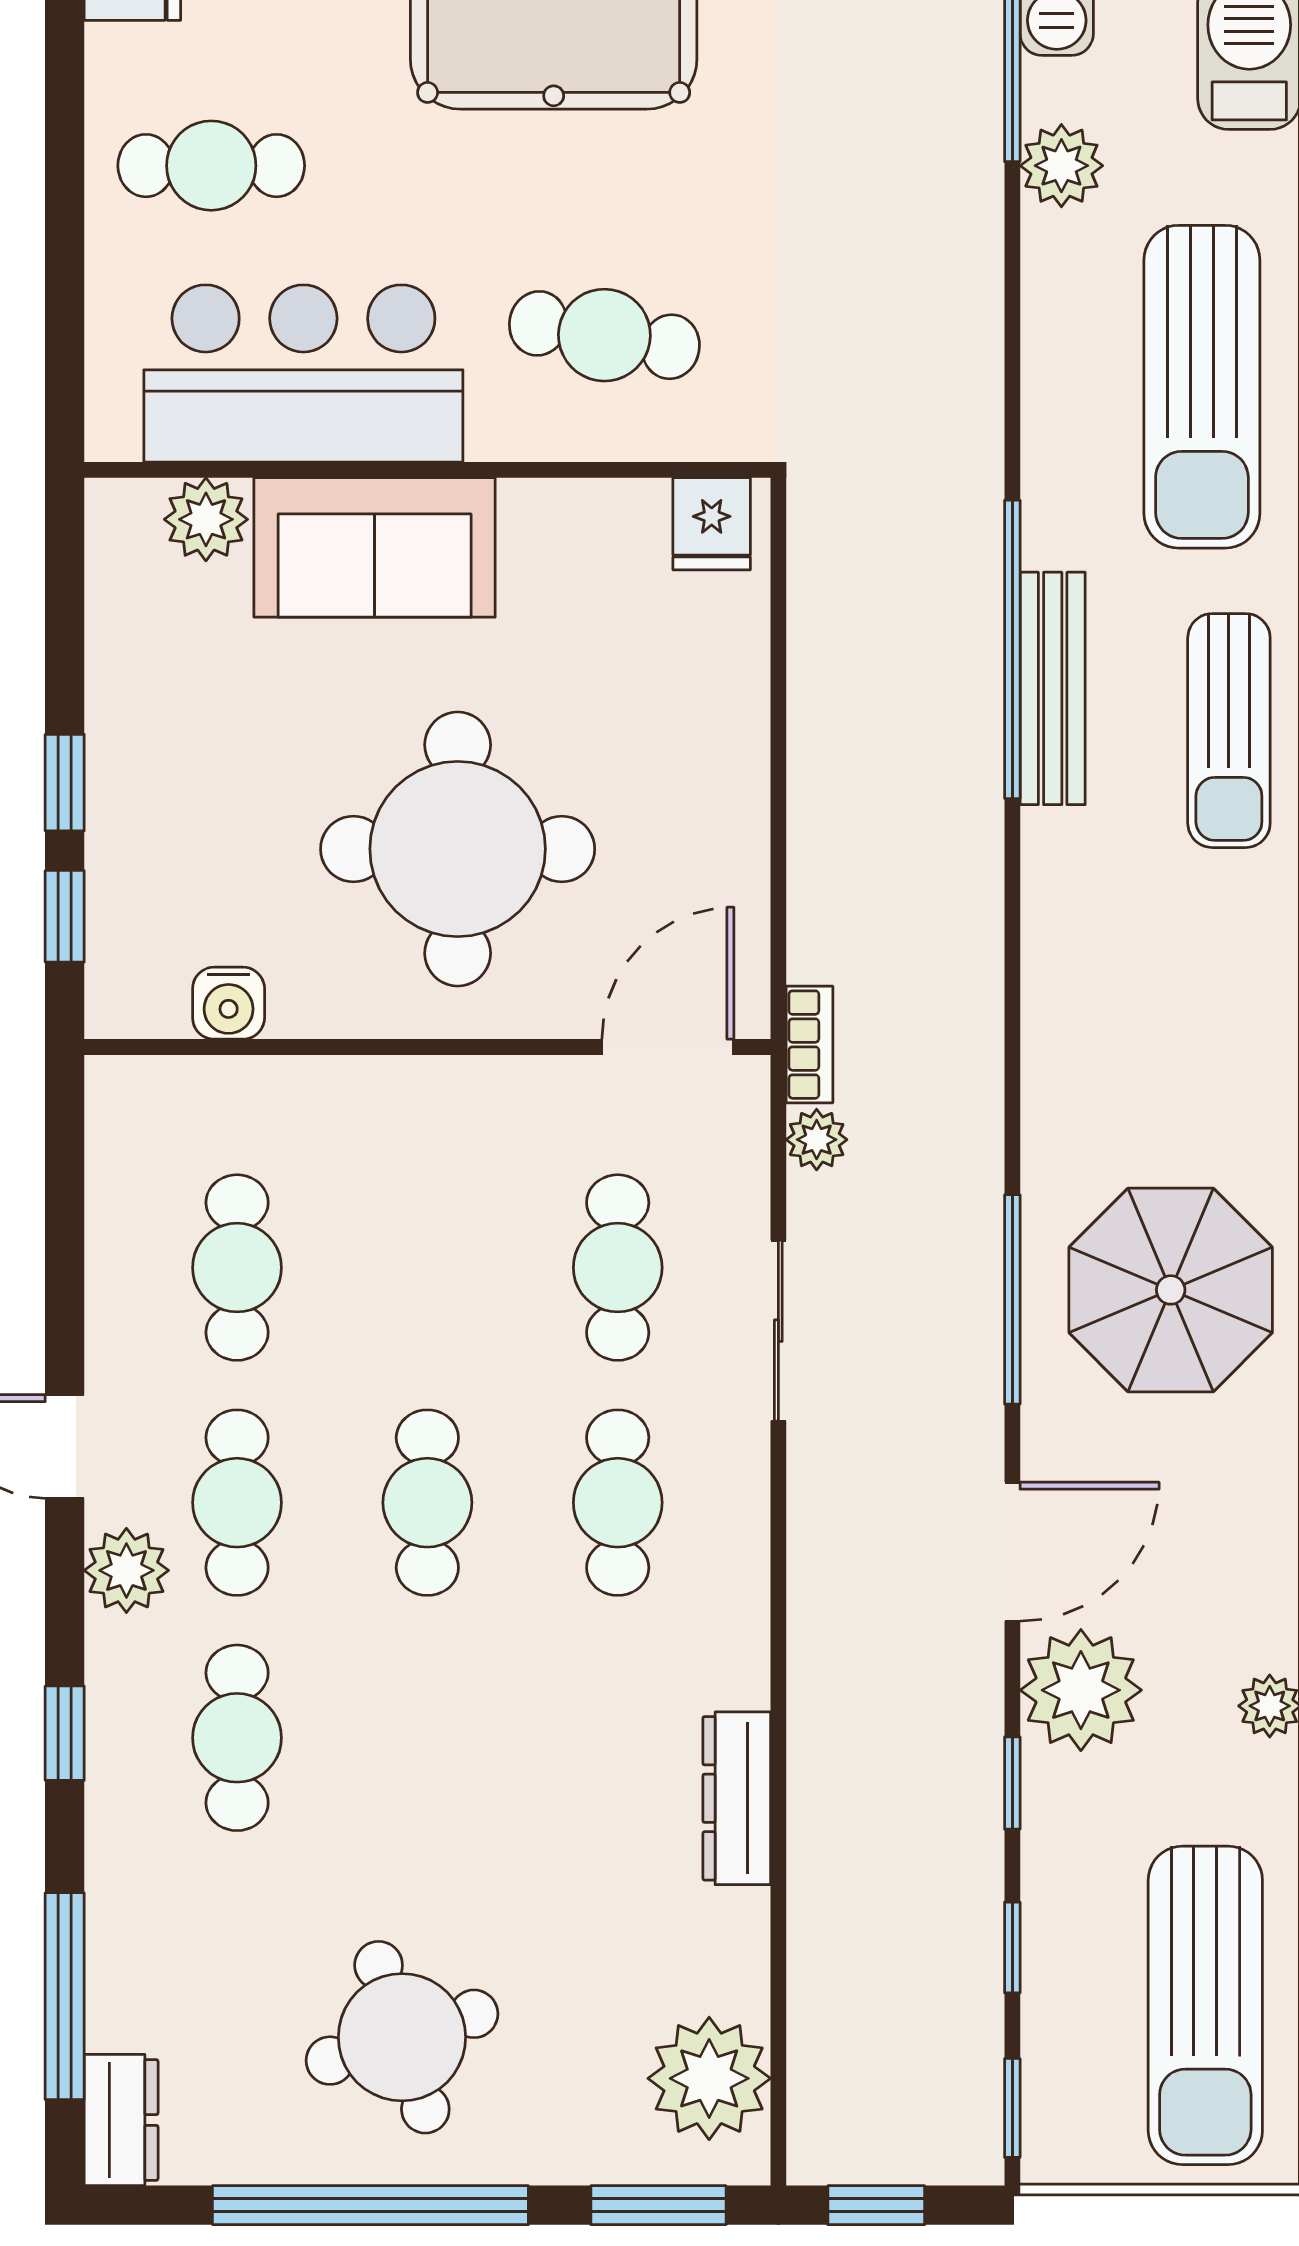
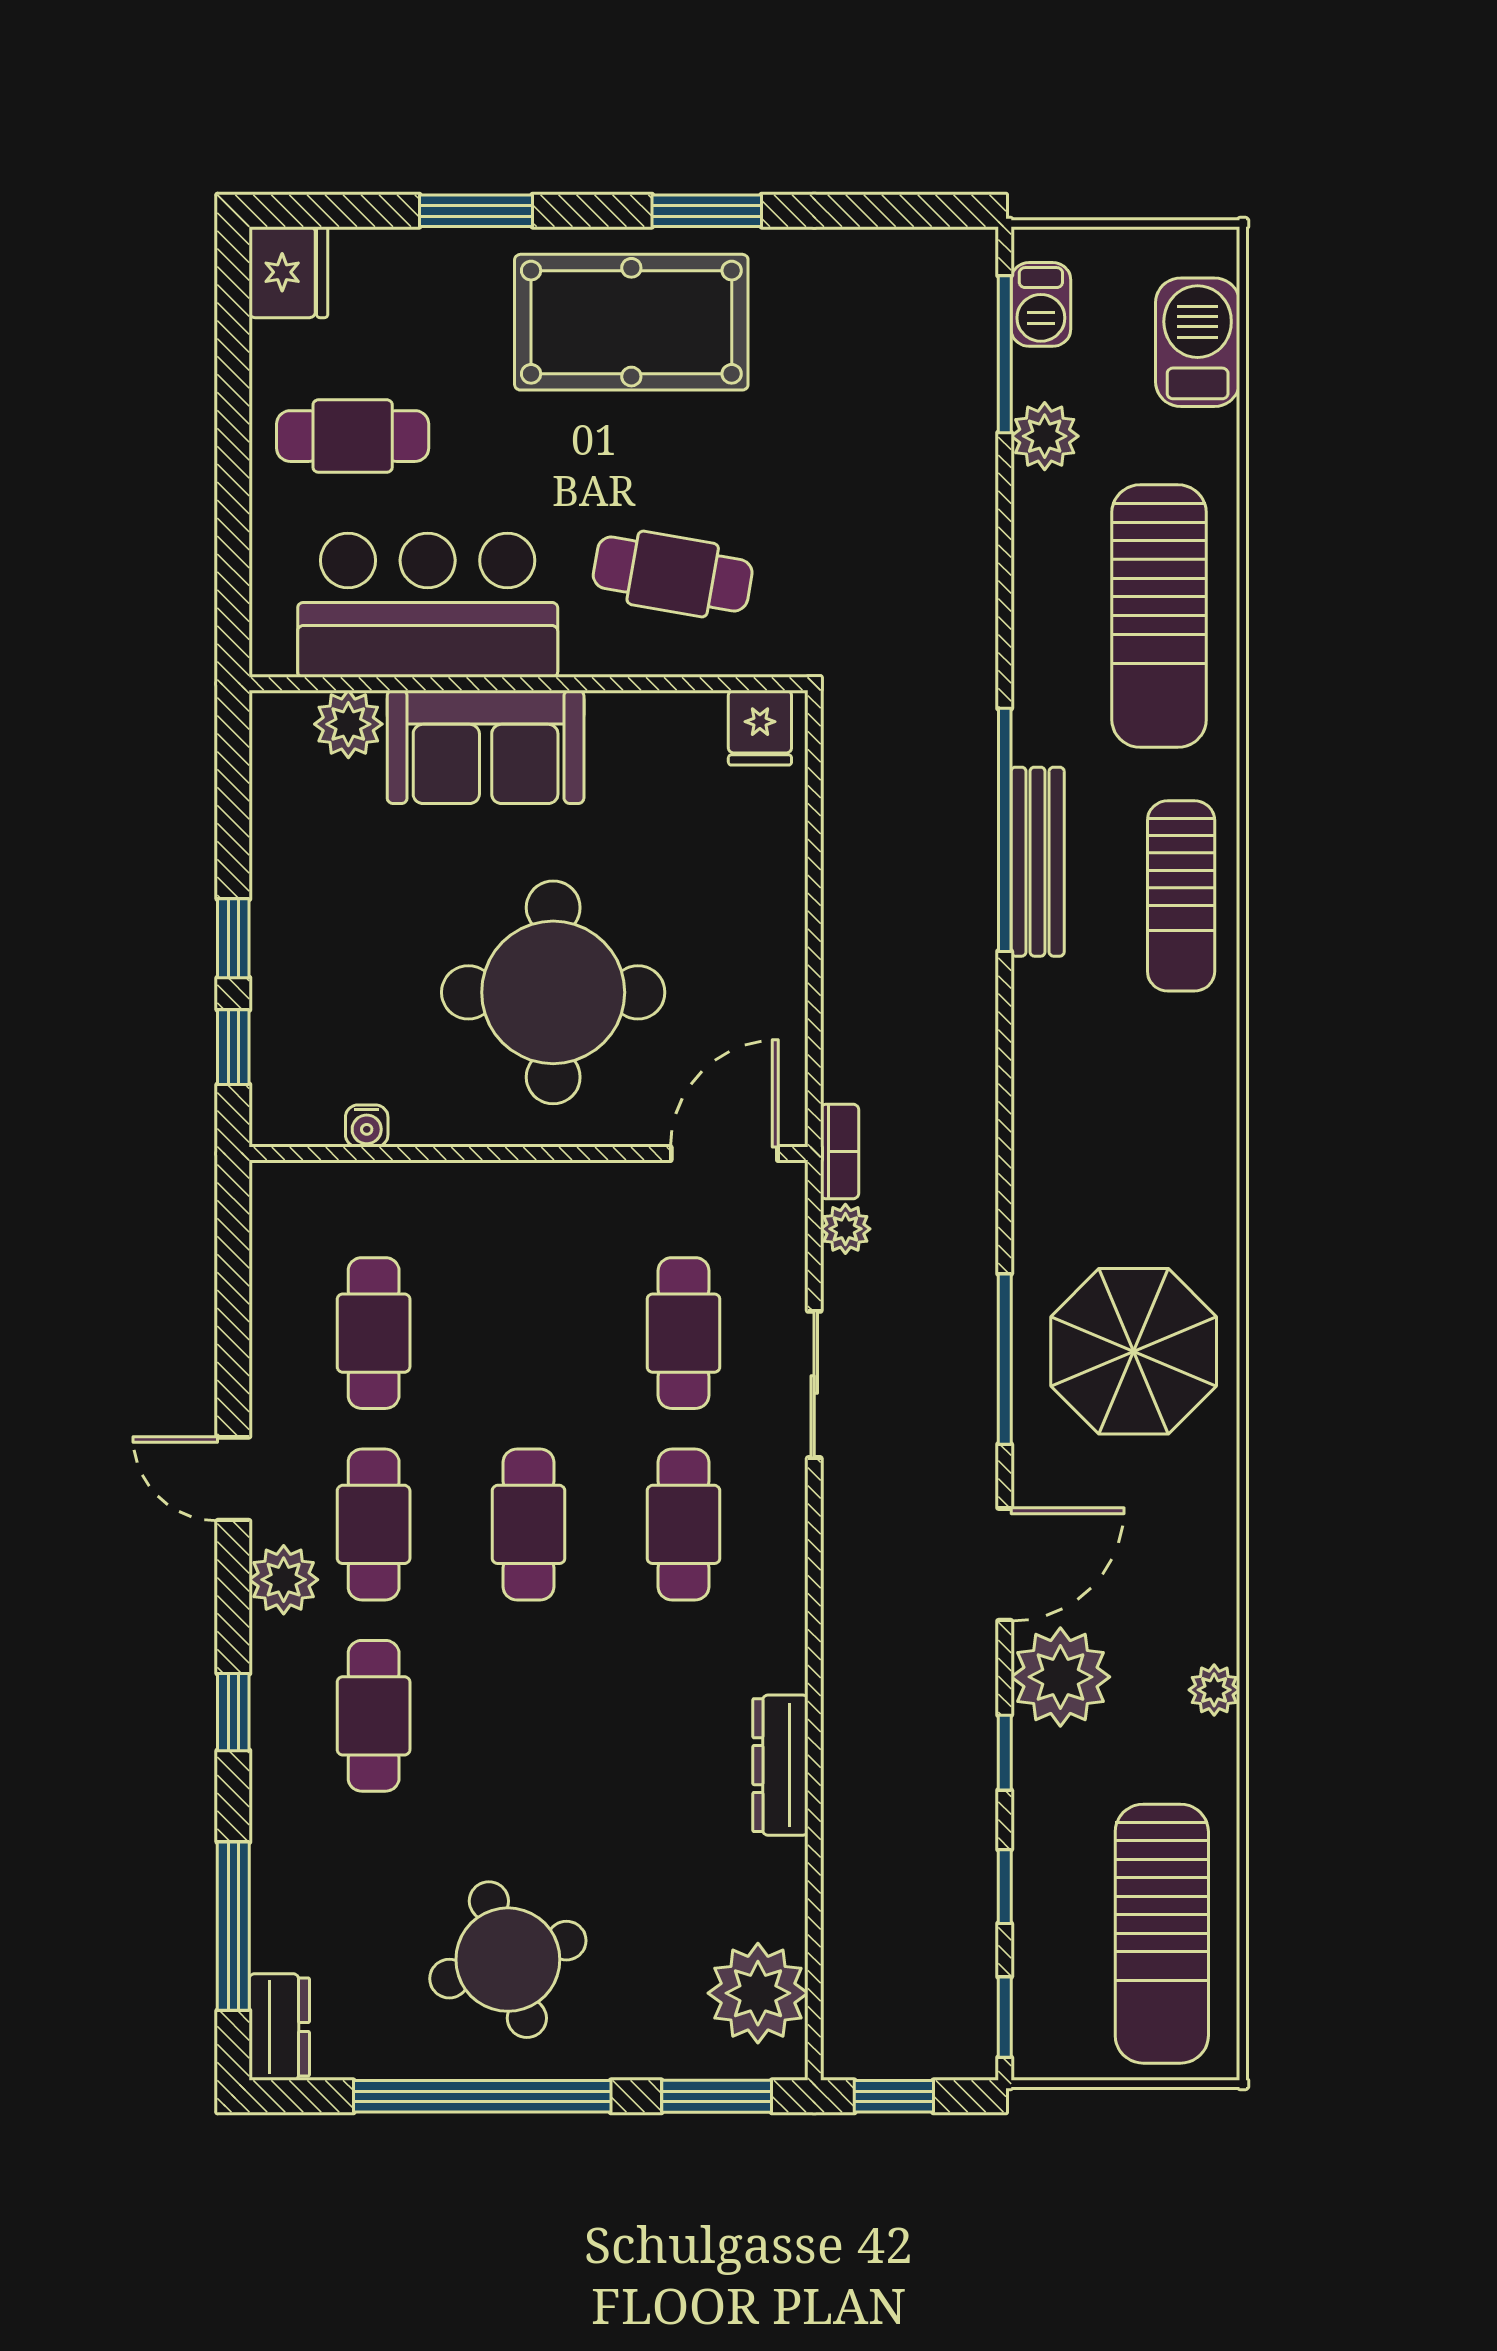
water cooler: (229, 1003) -> (367, 1126), width x0.72, depth x0.72

